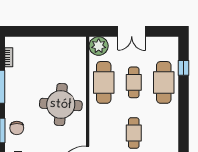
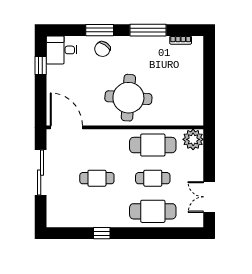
double door: (132, 31) -> (209, 197), moved
window: (183, 68) -> (102, 233), moved
chair: (17, 128) -> (102, 49), turned -56

